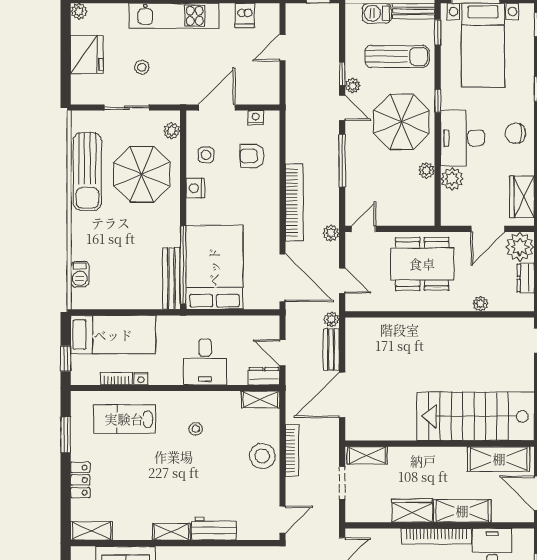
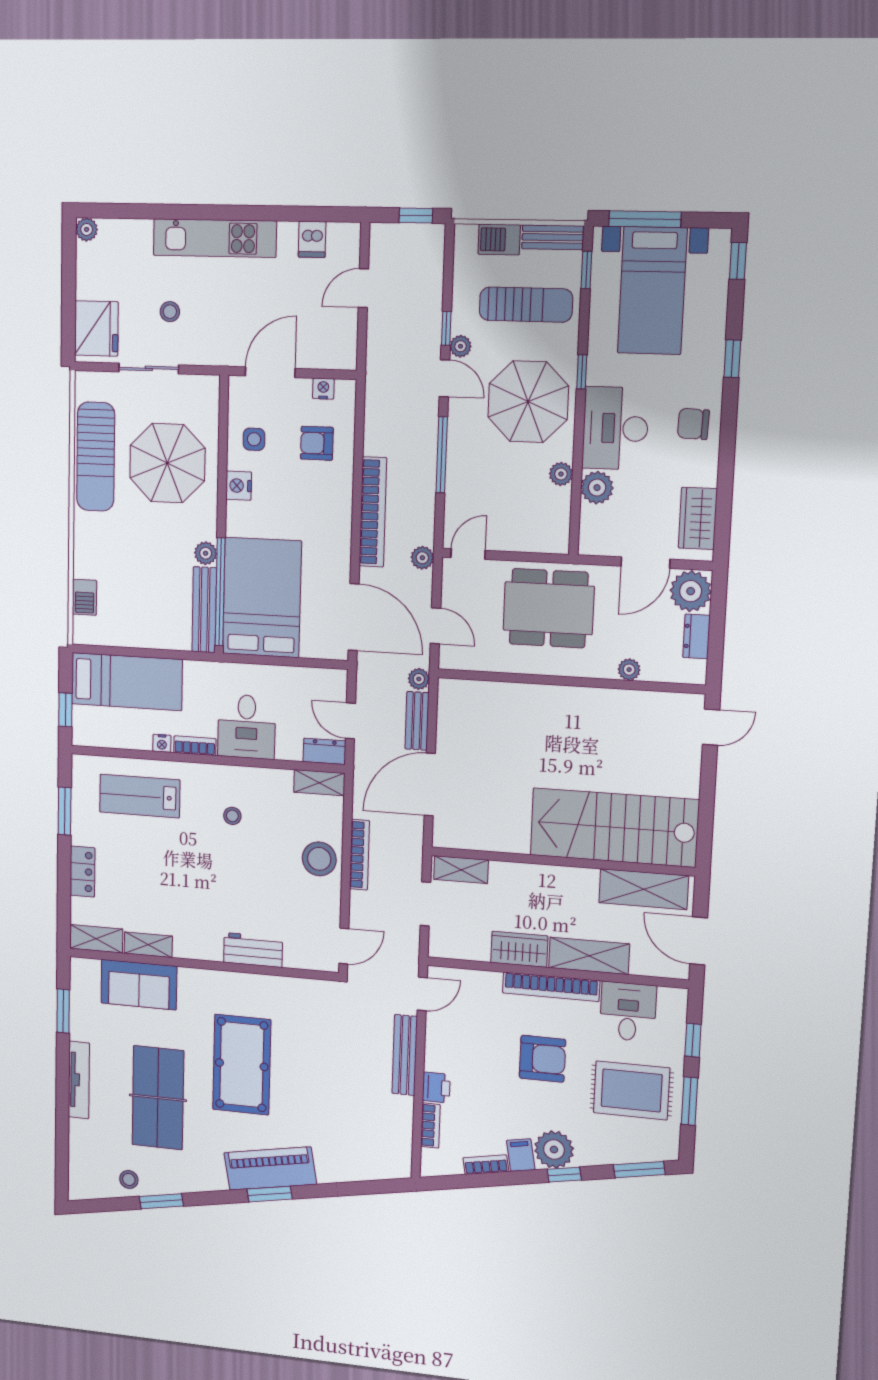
fridge: (87, 54) -> (96, 328), moved
plant: (172, 131) -> (206, 553), moved
bookcase: (117, 379) -> (195, 746), moved
shelving: (171, 532) -> (148, 945), moved

